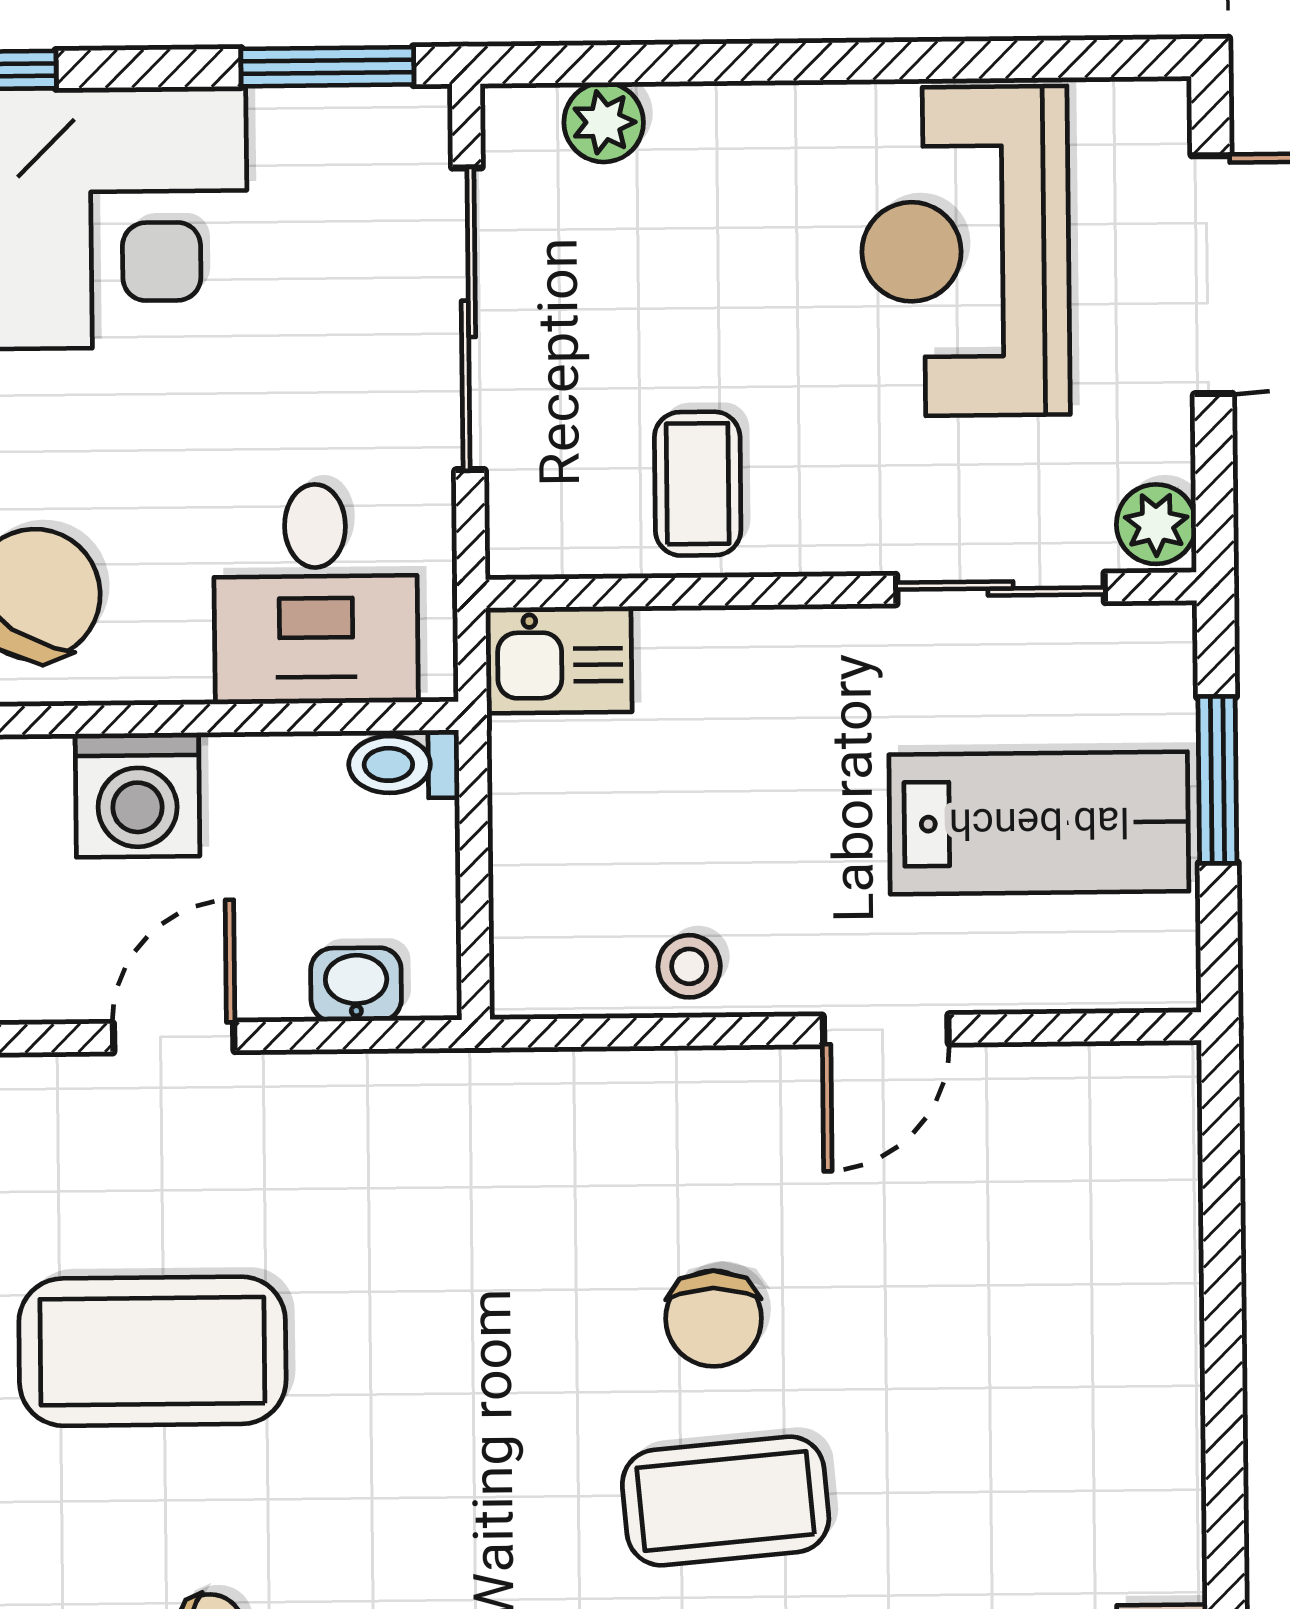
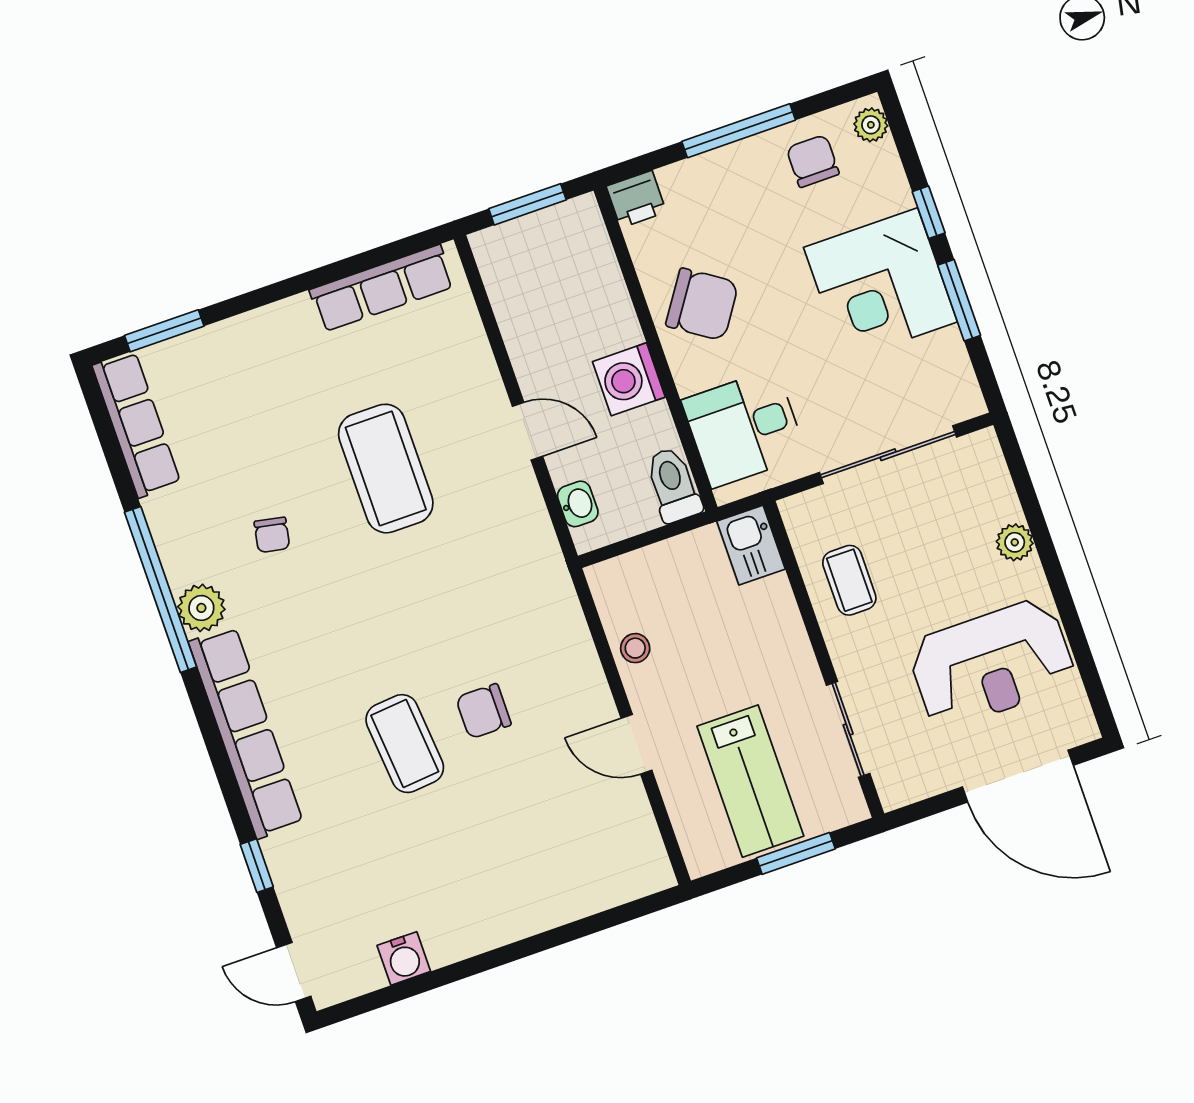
window: (327, 67) -> (959, 300), moved
plant: (604, 122) -> (1015, 542), moved
reception desk: (965, 251) -> (992, 664), turned 180
coffee table: (698, 484) -> (849, 580), turned 90
plant: (1156, 524) -> (900, 788), removed
toilet: (404, 764) -> (673, 485), width x1.37, depth x1.39

